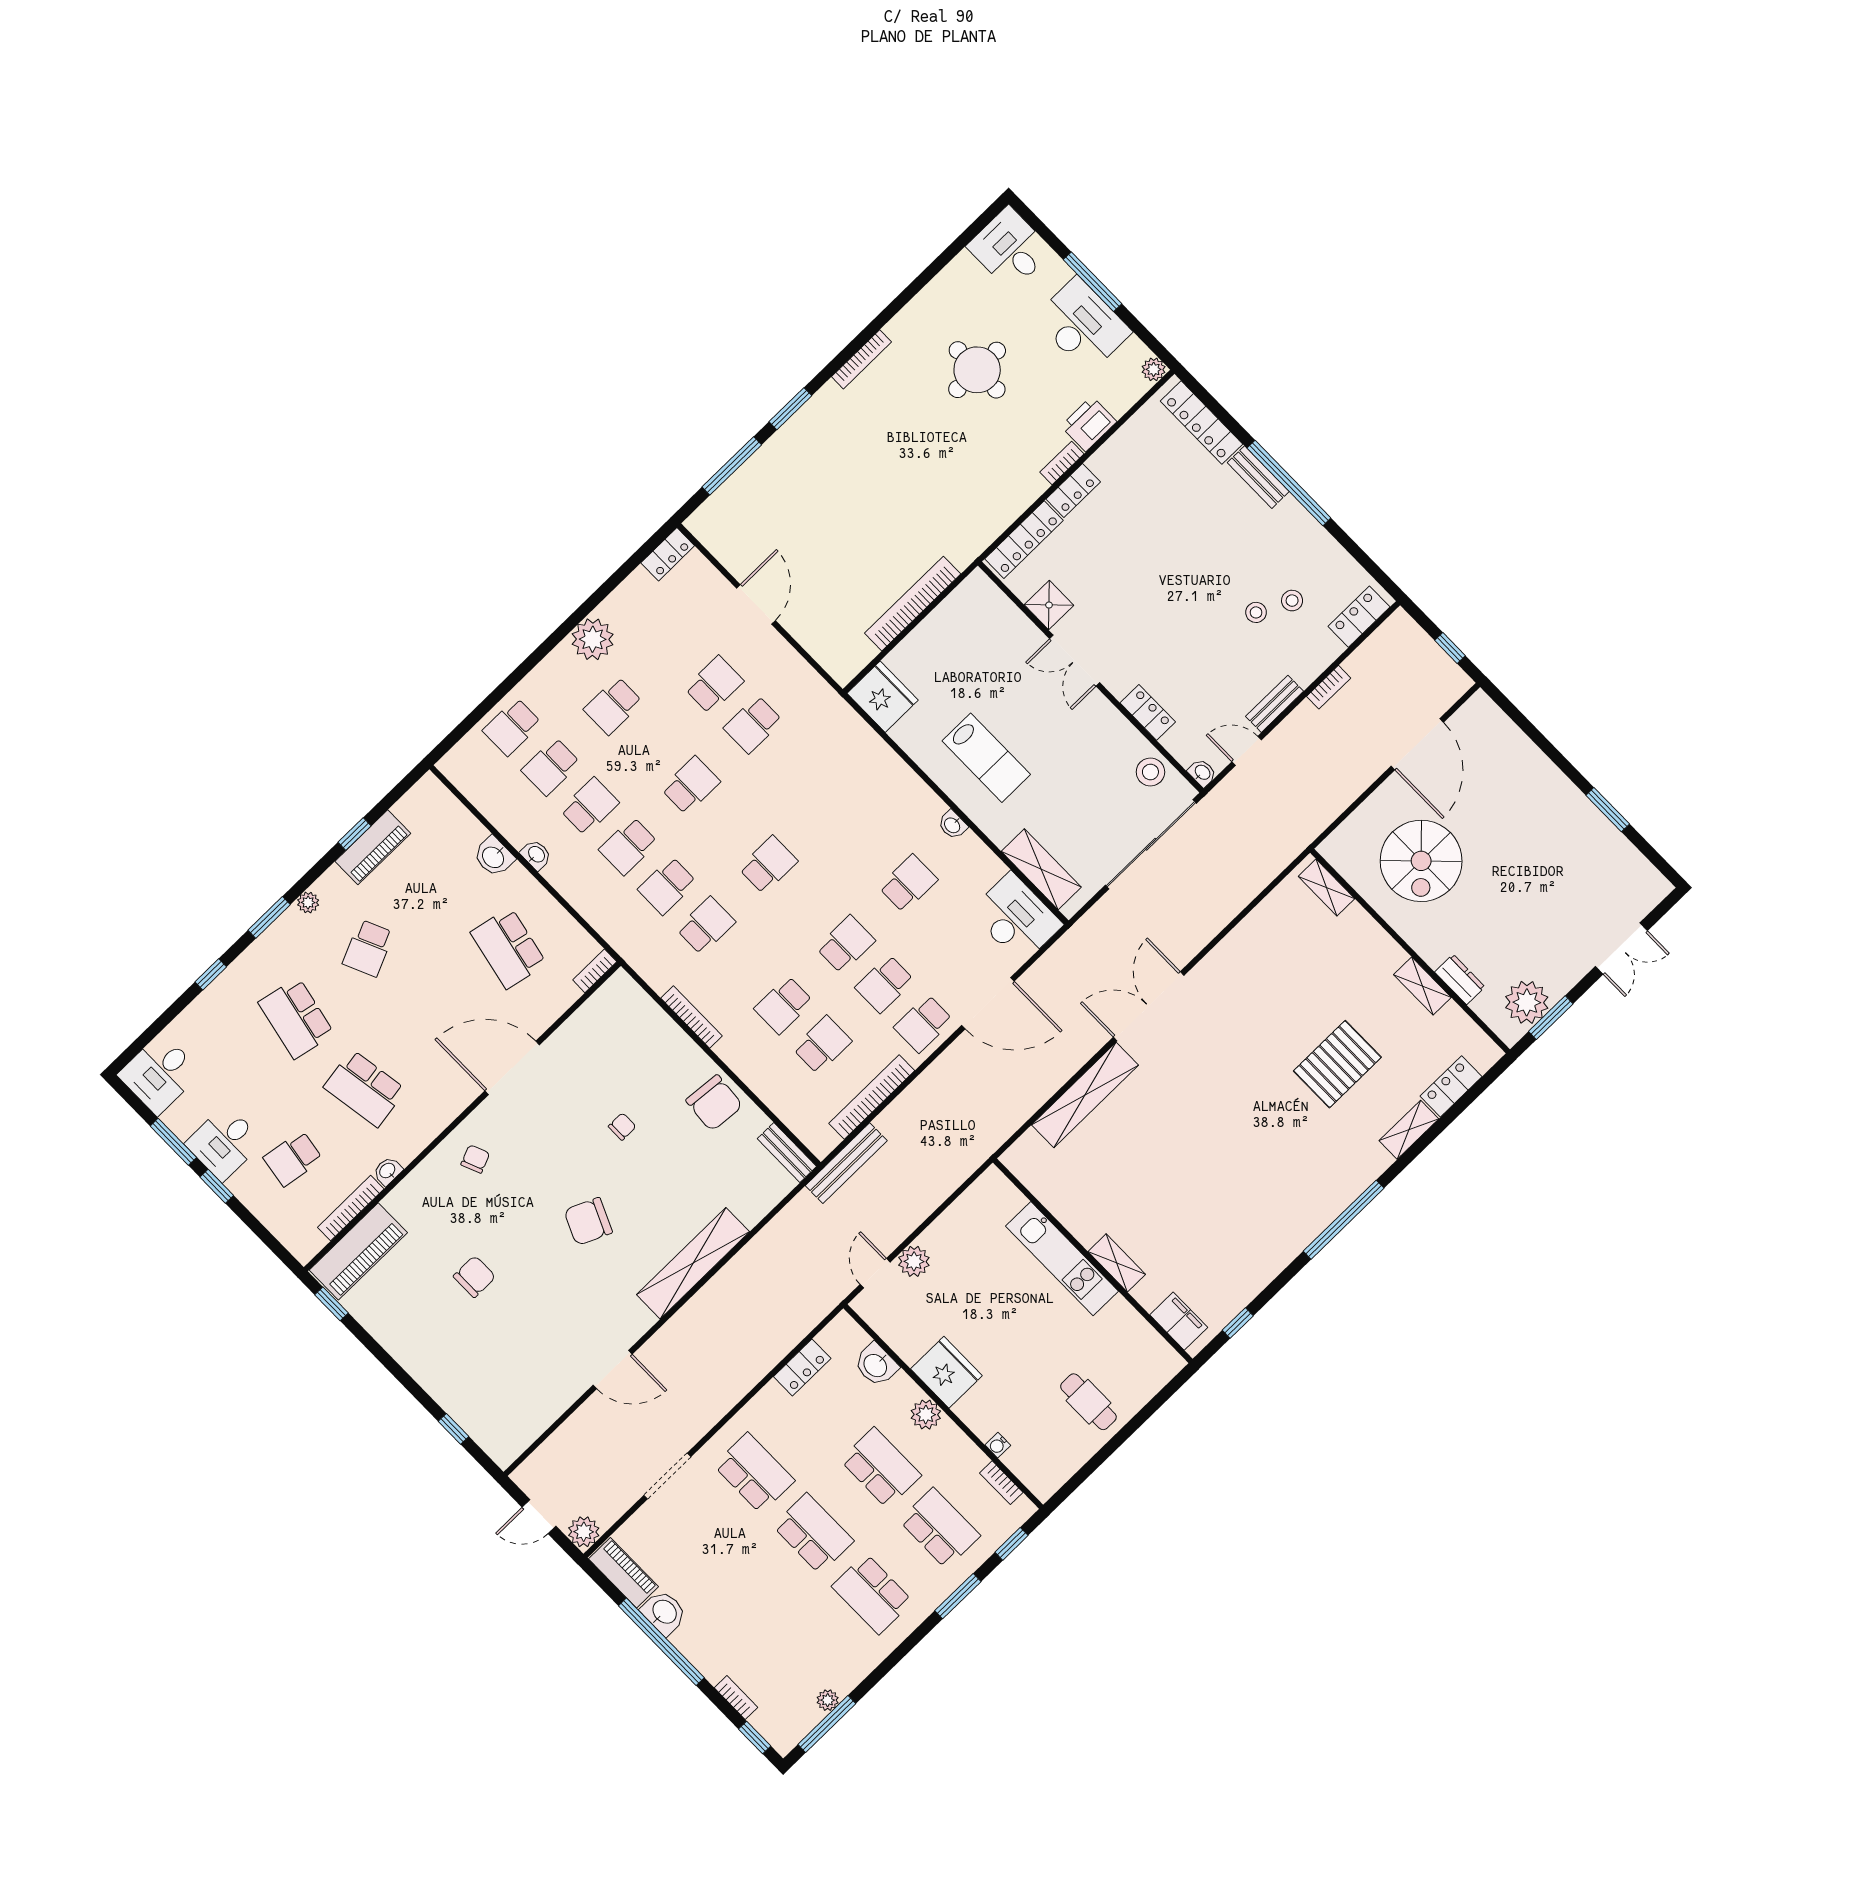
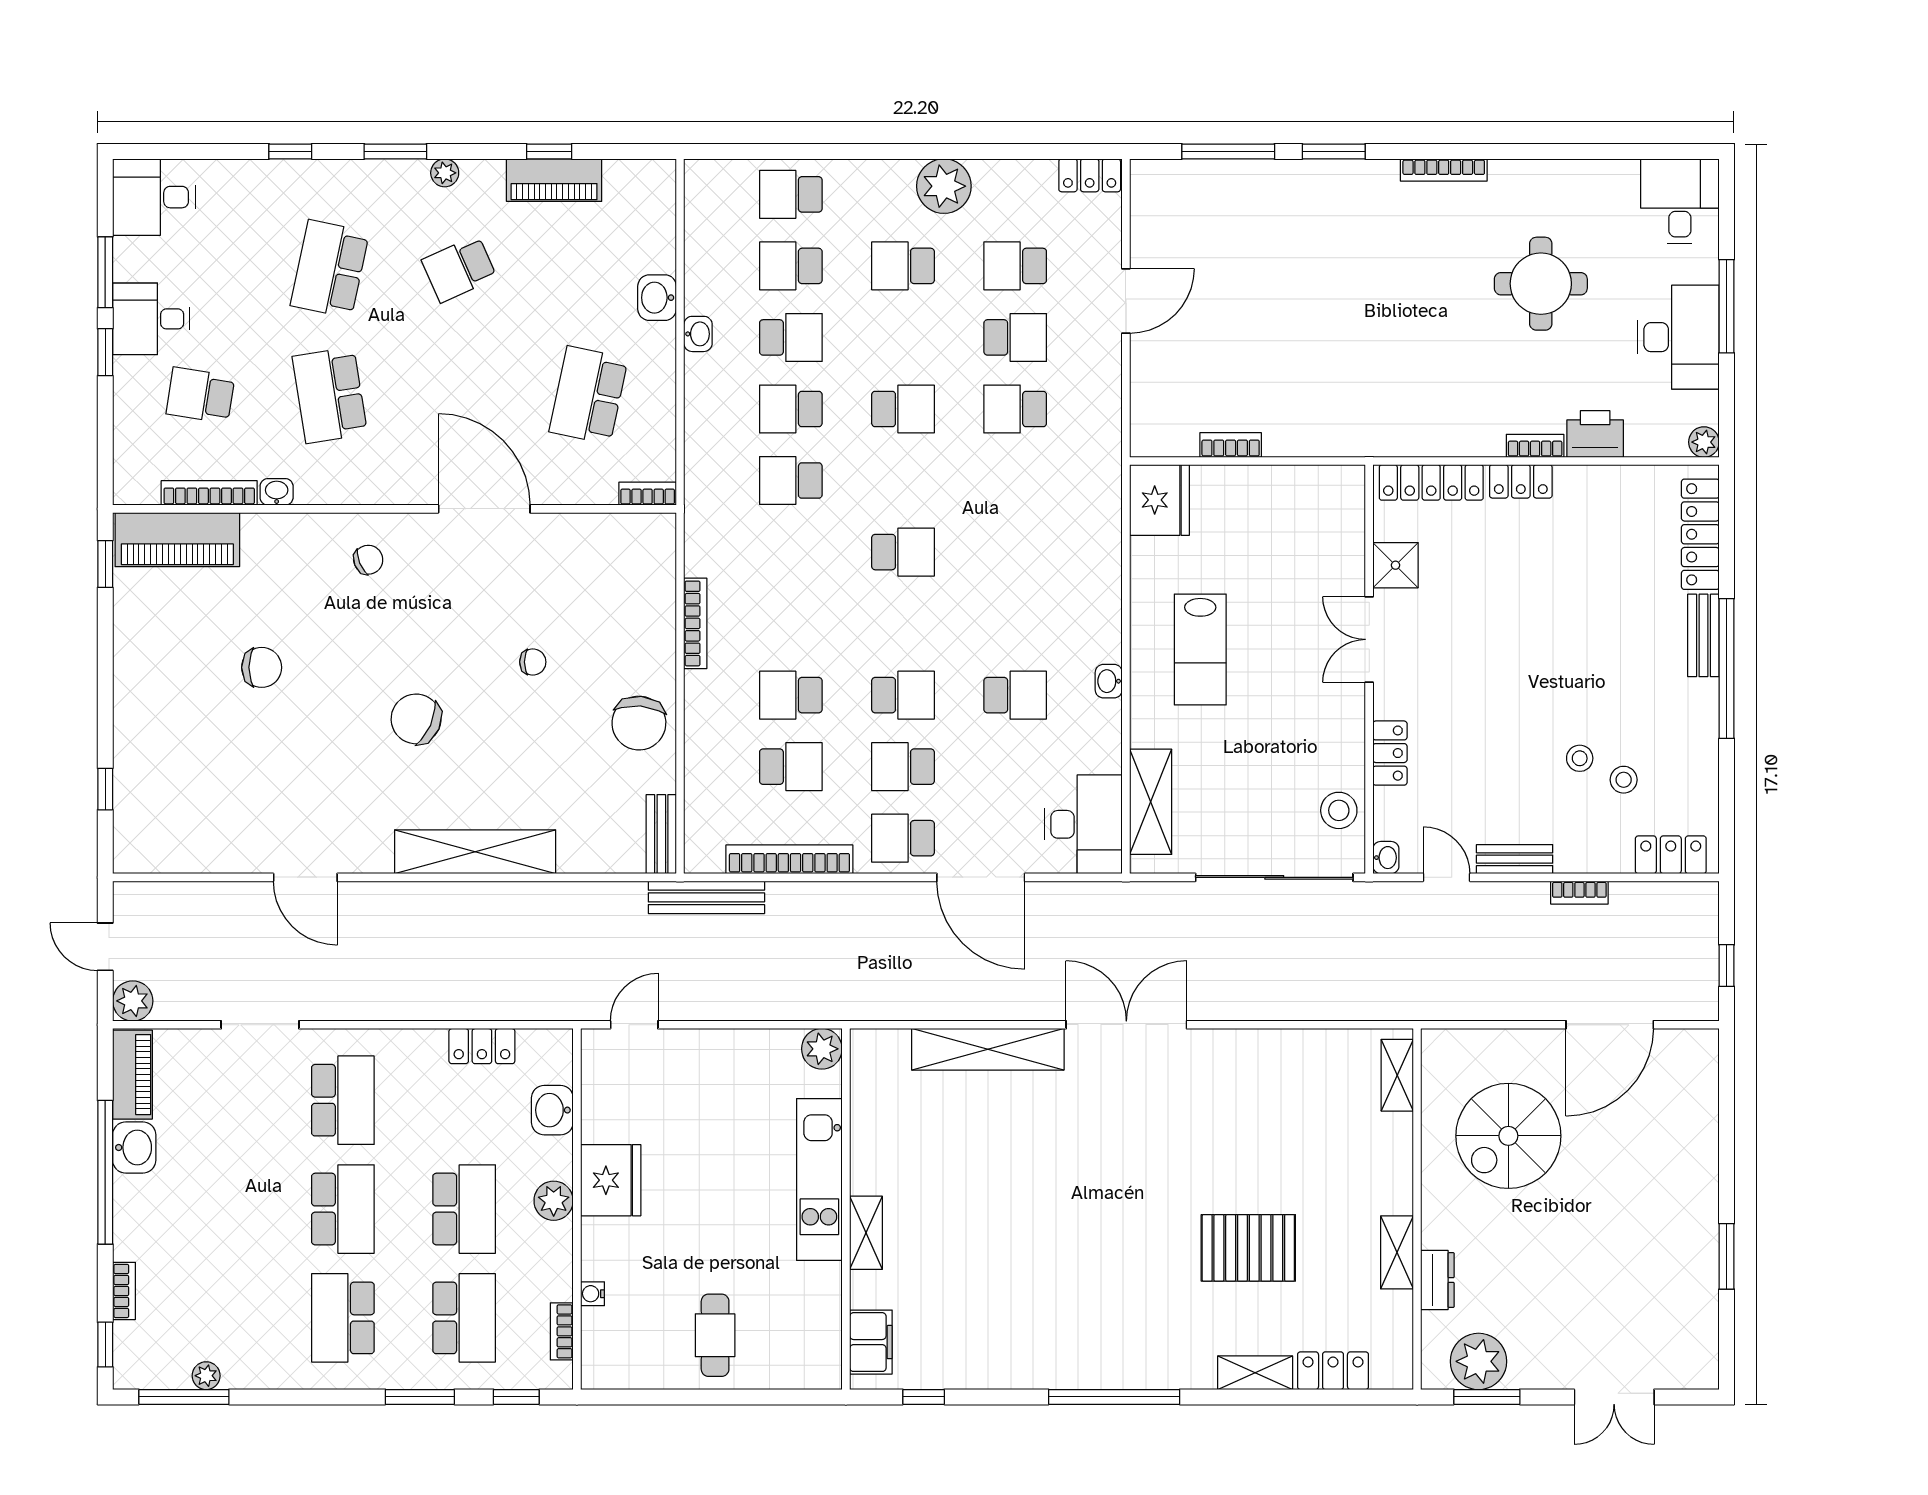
bookcase: (913, 604) -> (1231, 445), width x0.43, depth x0.76
school desk: (706, 926) -> (1015, 266), moved, turned 180
plant: (914, 1261) -> (822, 1049), moved

